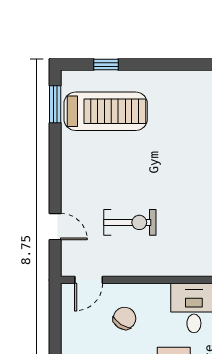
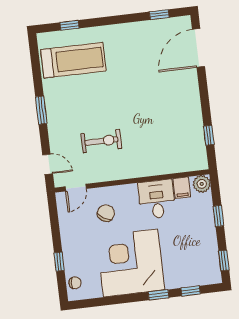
window: (55, 104) -> (41, 110), moved
door: (55, 227) -> (48, 164), moved

